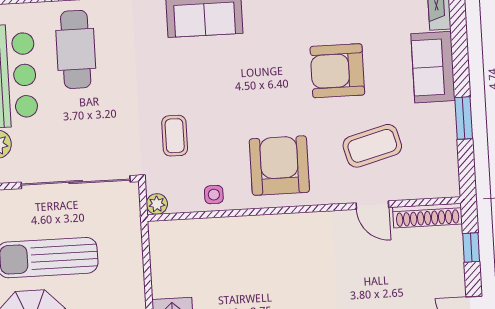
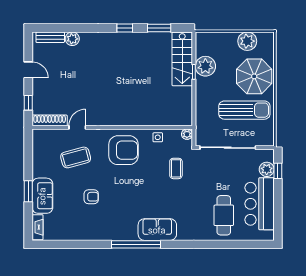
armchair: (337, 71) -> (91, 197), width x0.53, depth x0.53
window: (464, 118) -> (28, 191), moved
armchair: (279, 166) -> (124, 150), turned -90
door: (372, 205) -> (77, 127), hinge flipped

